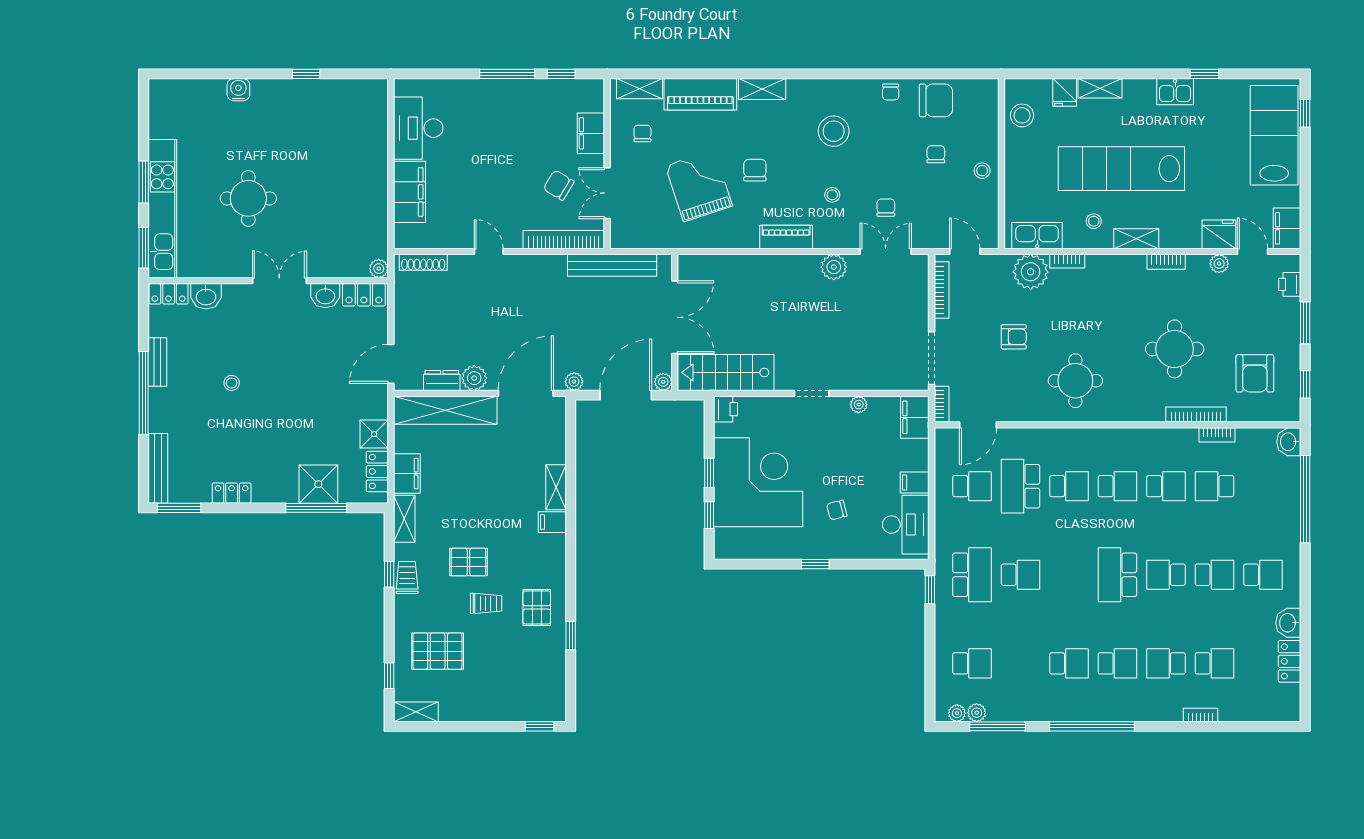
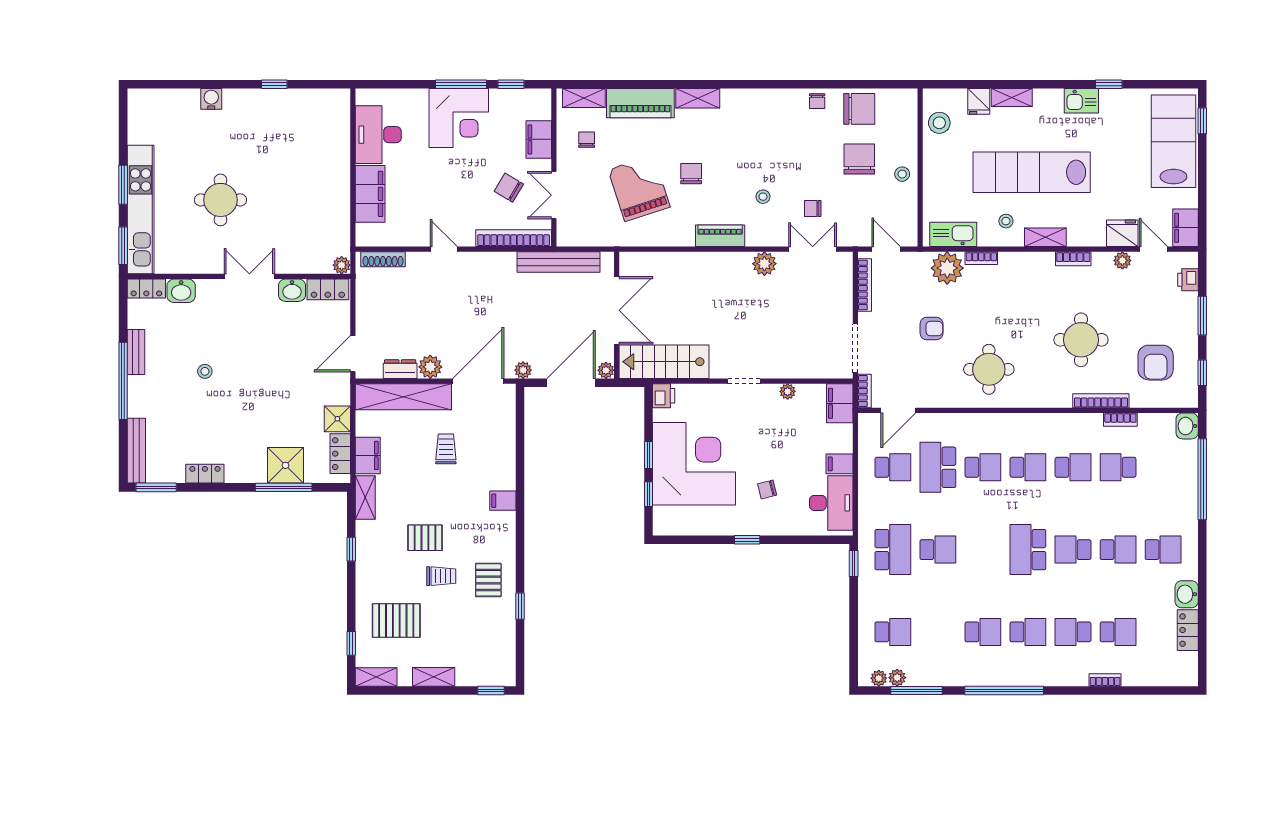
corner desk: (505, 110) -> (459, 118), added
stool: (834, 131) -> (764, 137), removed
chair: (936, 154) -> (859, 159), width x1.87, depth x1.87
chair: (886, 208) -> (813, 208), turned -90
shelving: (556, 487) -> (434, 677), moved, turned 90
trolley: (407, 577) -> (446, 449), moved

